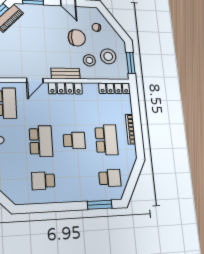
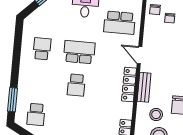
school desk: (106, 140) -> (73, 118), removed
school desk: (41, 141) -> (79, 52), turned 180

